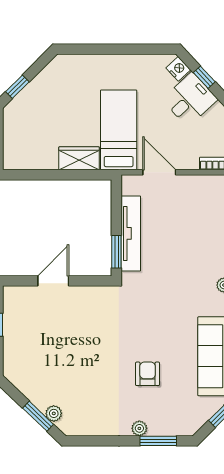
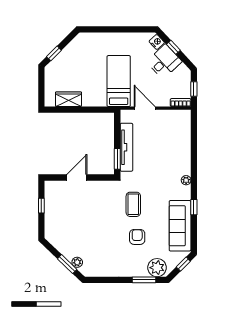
wardrobe: (79, 158) -> (68, 99), moved
coffee table: (142, 323) -> (133, 204), added
plant: (139, 428) -> (157, 268), moved, width x1.88, depth x1.88

